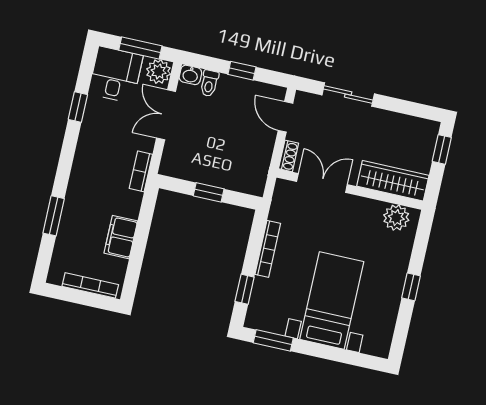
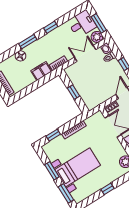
window: (78, 107) -> (51, 27), moved
window: (54, 216) -> (28, 42), moved
floor lamp: (71, 219) -> (21, 56), added
filing cabinet: (121, 237) -> (41, 71), moved
window: (273, 340) -> (52, 171), moved
window: (354, 359) -> (66, 193), added

